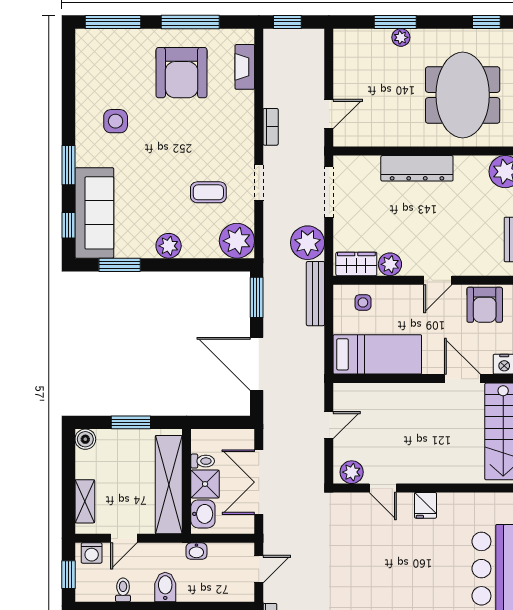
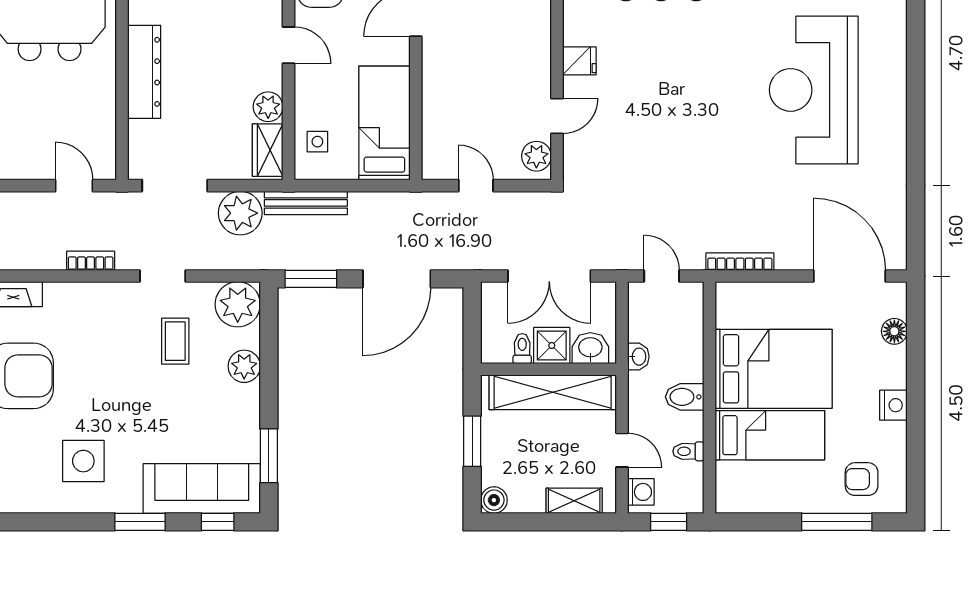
side table: (116, 121) -> (83, 461), width x1.37, depth x1.37
plant: (169, 246) -> (244, 366), moved

